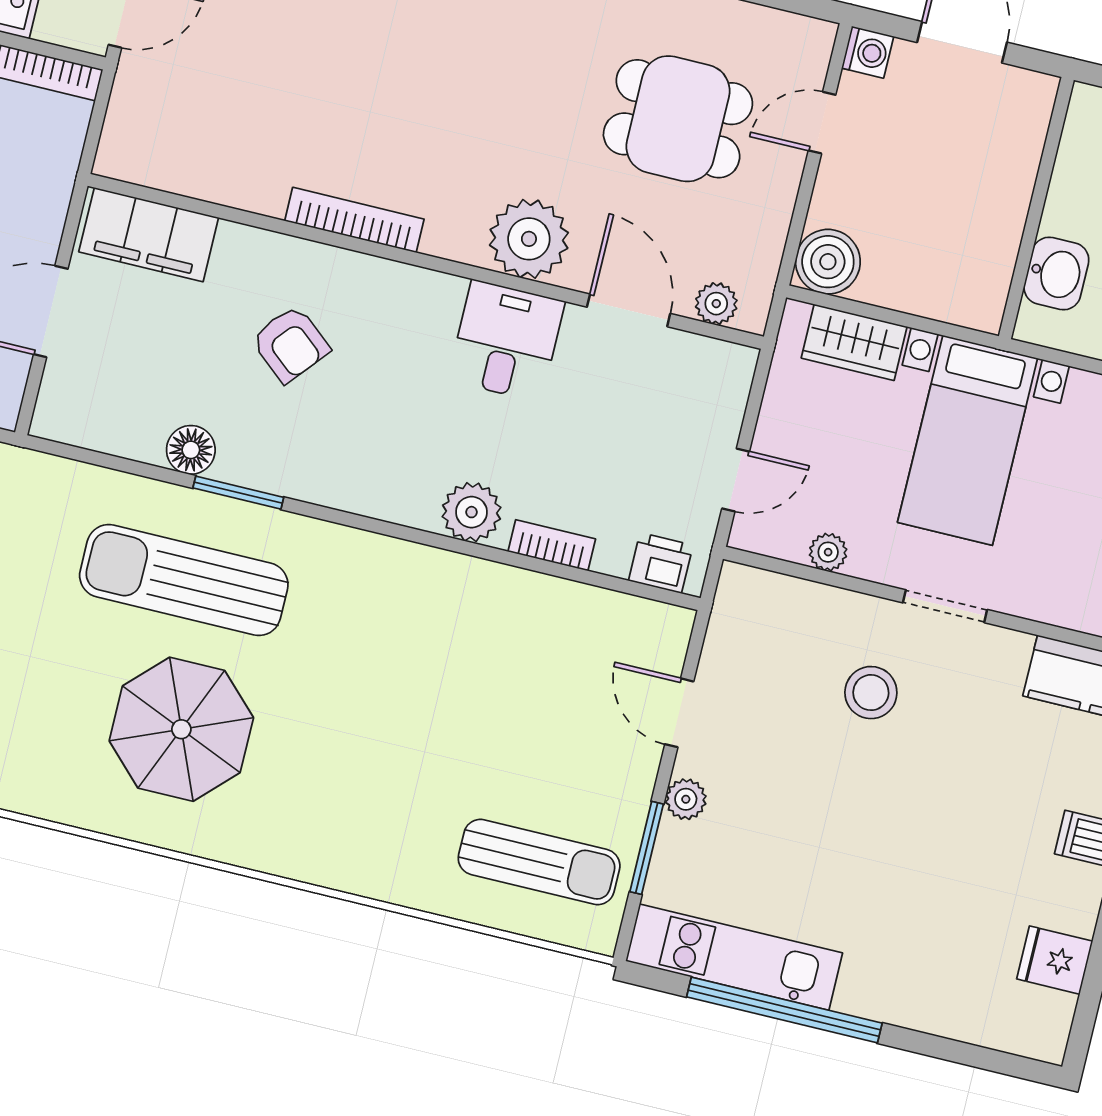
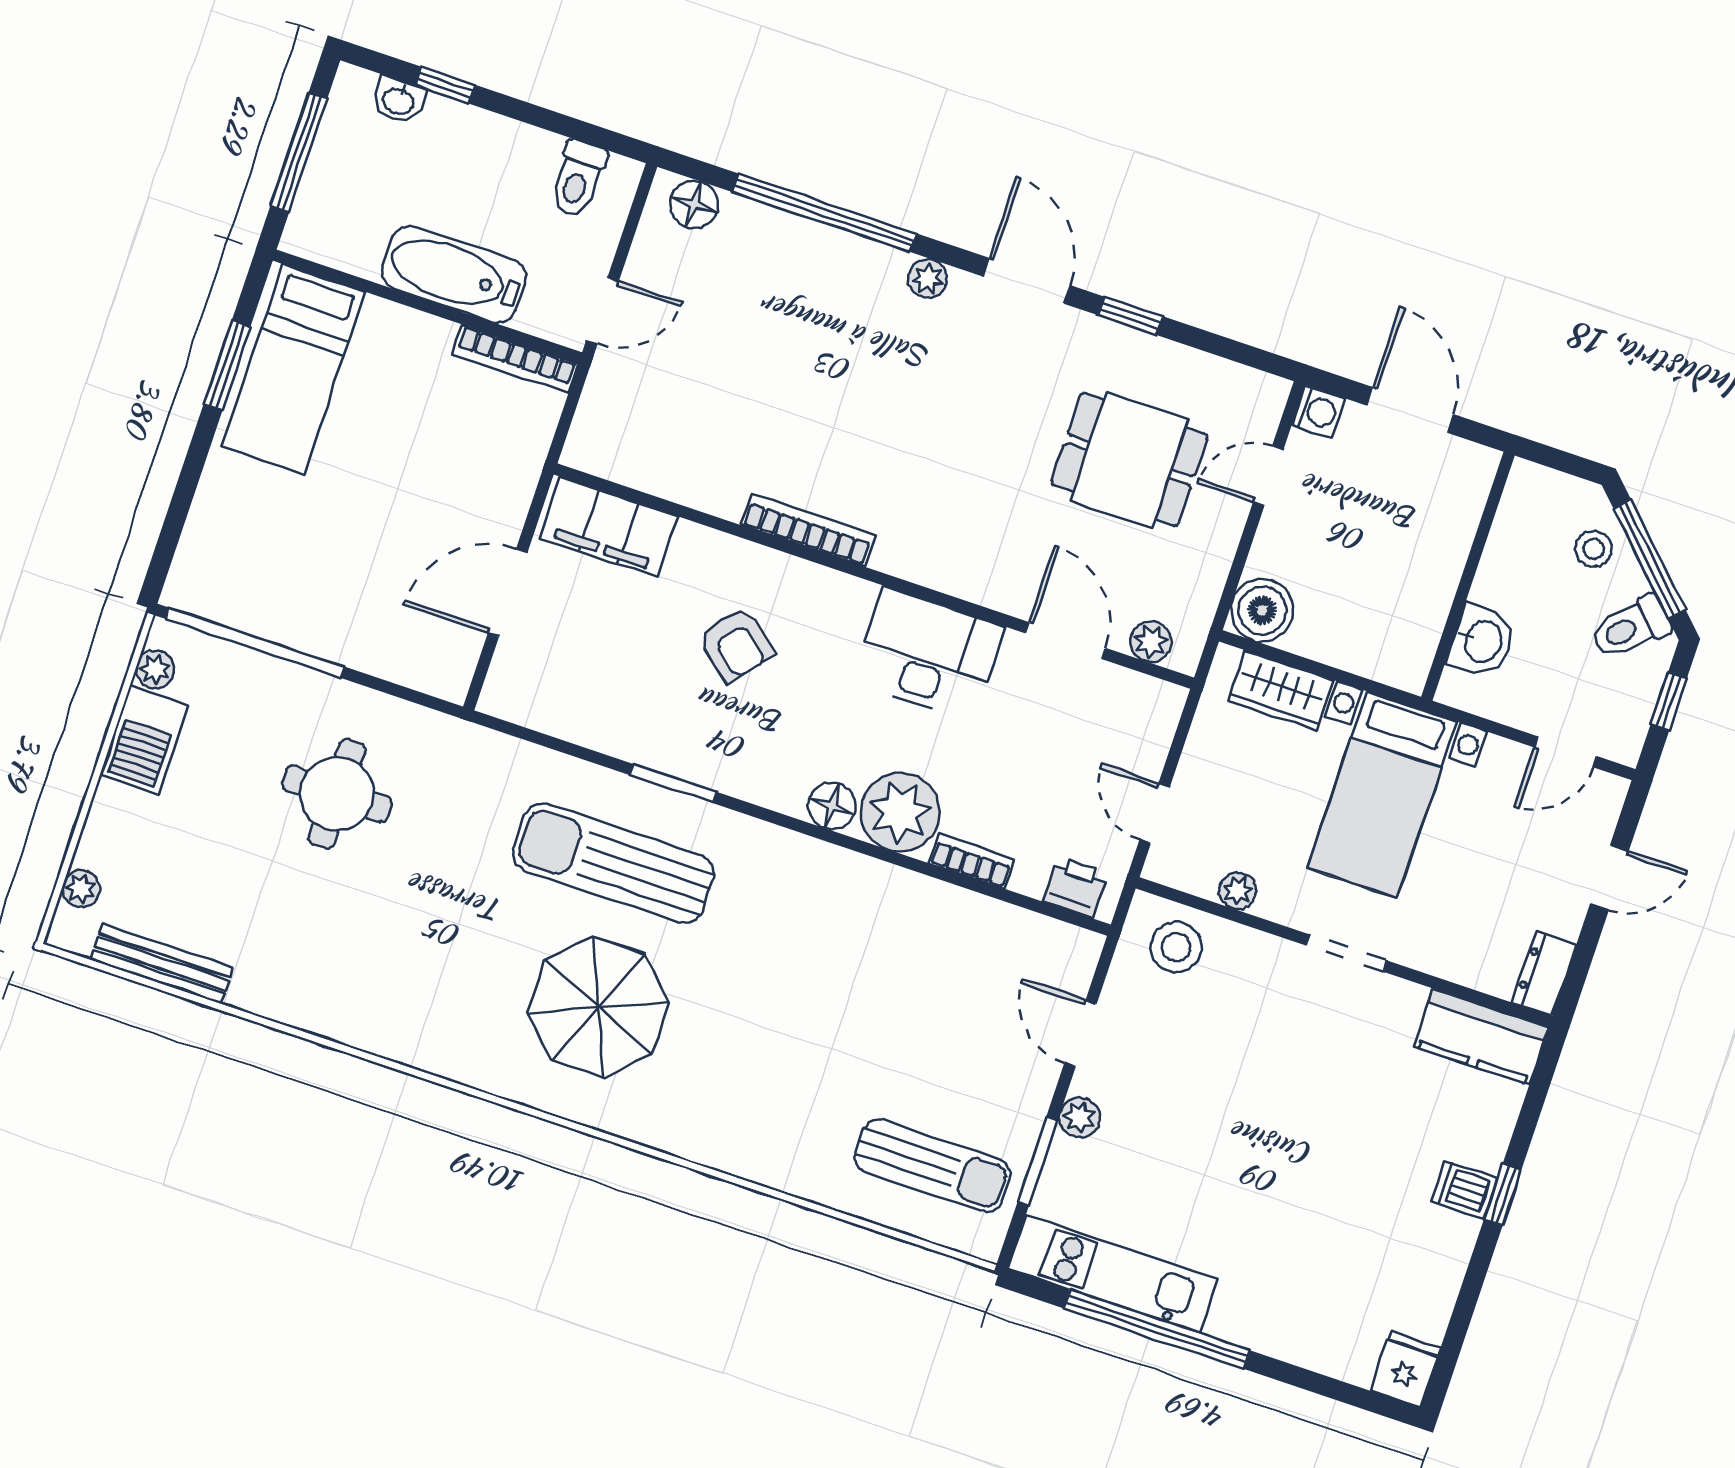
plant: (529, 239) -> (975, 563), removed
desk: (506, 341) -> (928, 654), width x1.37
floor lamp: (191, 450) -> (832, 806), moved
door: (736, 480) -> (1155, 813), swing flipped
plant: (472, 512) -> (900, 812), width x1.36, depth x1.36
stool: (871, 693) -> (1176, 947), moved
fridge: (1055, 960) -> (1406, 1369), moved, turned 90

